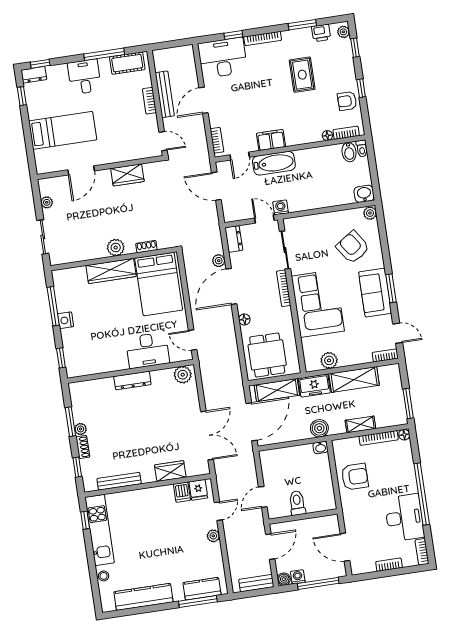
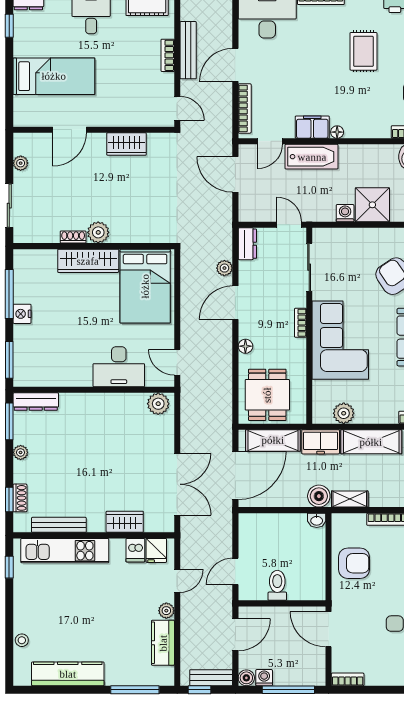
floor lamp: (327, 136) -> (337, 132), moved
bookcase: (217, 140) -> (245, 108), width x1.56
shower: (327, 194) -> (372, 205), added
washing machine: (281, 207) -> (345, 213), moved
shoe rack: (146, 247) -> (73, 237), moved
door: (231, 286) -> (235, 303), width x0.73
bookcase: (284, 288) -> (300, 323), width x0.64
window: (61, 358) -> (9, 360), width x1.50
dresser: (132, 380) -> (36, 402), moved
window: (70, 422) -> (9, 421), moved
shelving: (360, 424) -> (350, 499), moved
shoe rack: (83, 447) -> (20, 498), moved
kitchen unit: (100, 530) -> (65, 551), moved, turned 90
door: (345, 547) -> (329, 629), moved
bookcase: (389, 565) -> (348, 679), moved
kitchen counter: (202, 589) -> (163, 643), moved, turned -90
window: (248, 594) -> (199, 690), added

